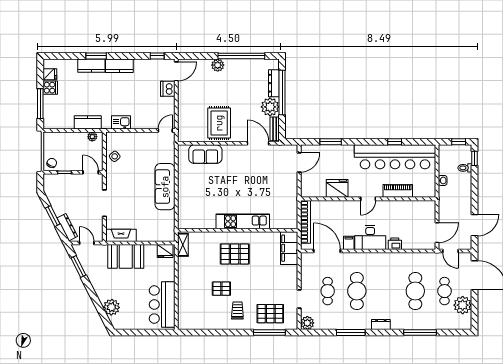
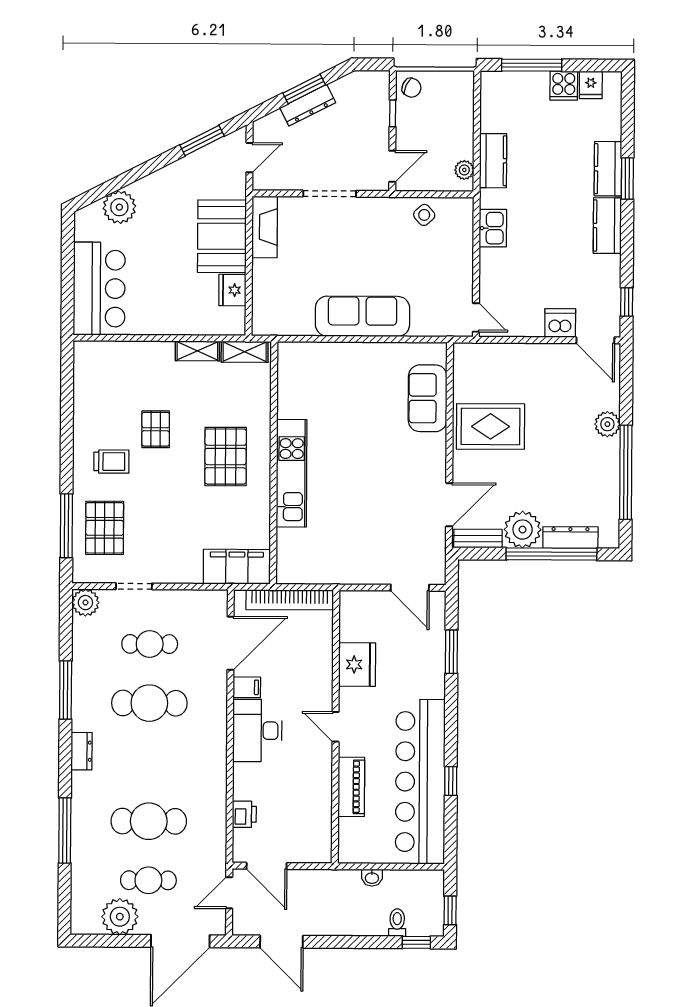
dresser: (67, 227) -> (308, 105), moved
printer: (395, 244) -> (244, 814), moved
fridge: (165, 251) -> (232, 290), moved
shelving: (183, 268) -> (197, 351), added
bar counter: (162, 304) -> (99, 289), moved, turned 90

